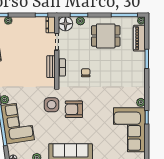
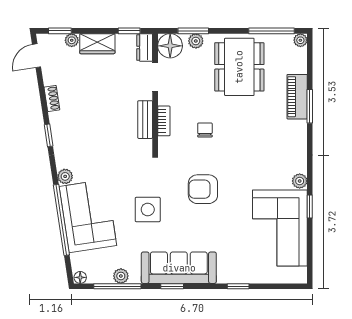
wardrobe: (23, 22) -> (97, 44), added
dining table: (106, 36) -> (239, 67), width x1.38
piano: (139, 38) -> (297, 97), moved
side table: (52, 105) -> (148, 209), moved
armchair: (74, 109) -> (203, 189), moved

